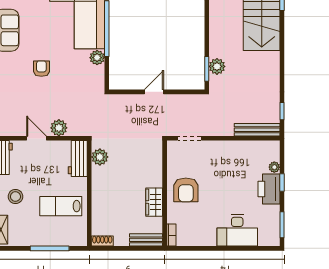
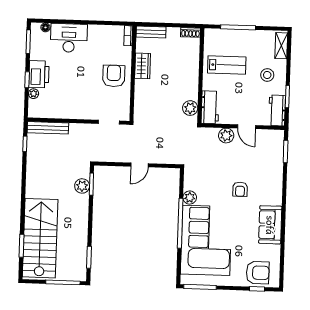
floor lamp: (263, 241) -> (45, 27), added

